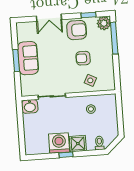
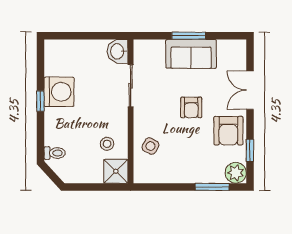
window: (114, 38) -> (212, 187), width x0.69
armchair: (83, 58) -> (191, 107), moved, turned 180
shower: (78, 144) -> (116, 171), moved

